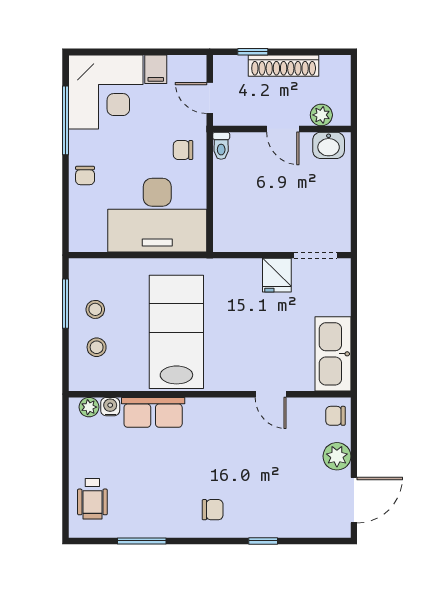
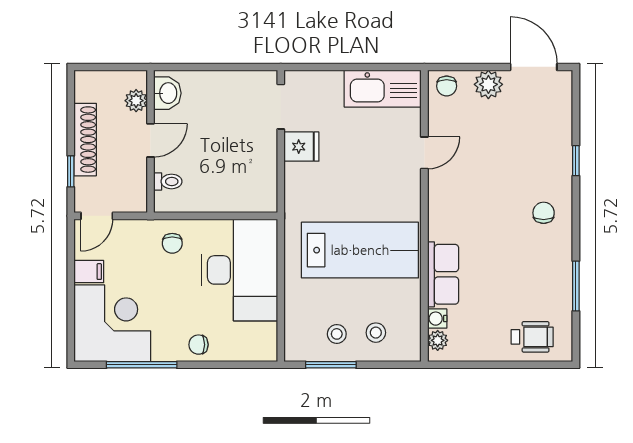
door: (210, 98) -> (97, 216), moved
toilet: (221, 146) -> (168, 181), moved
chair: (85, 175) -> (198, 345), turned 180
lab bench: (176, 332) -> (360, 250), turned 180

